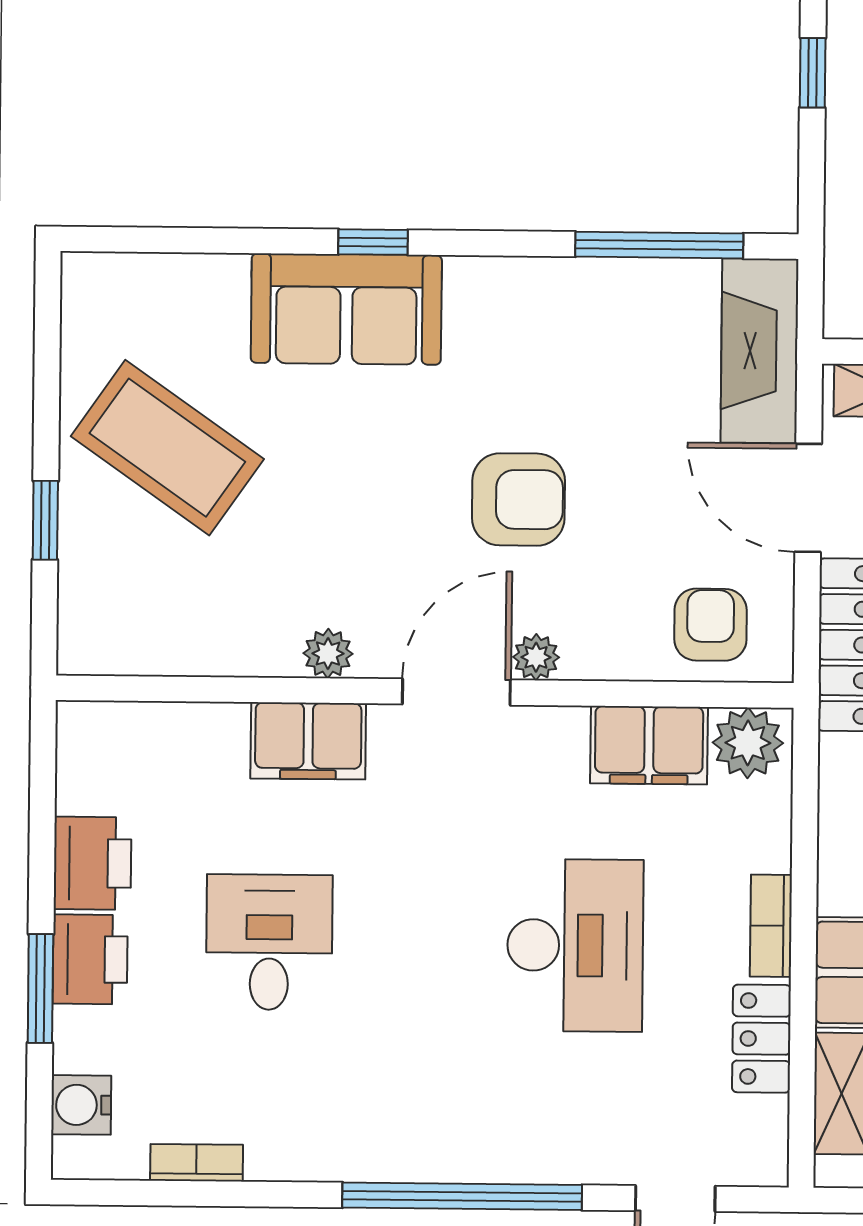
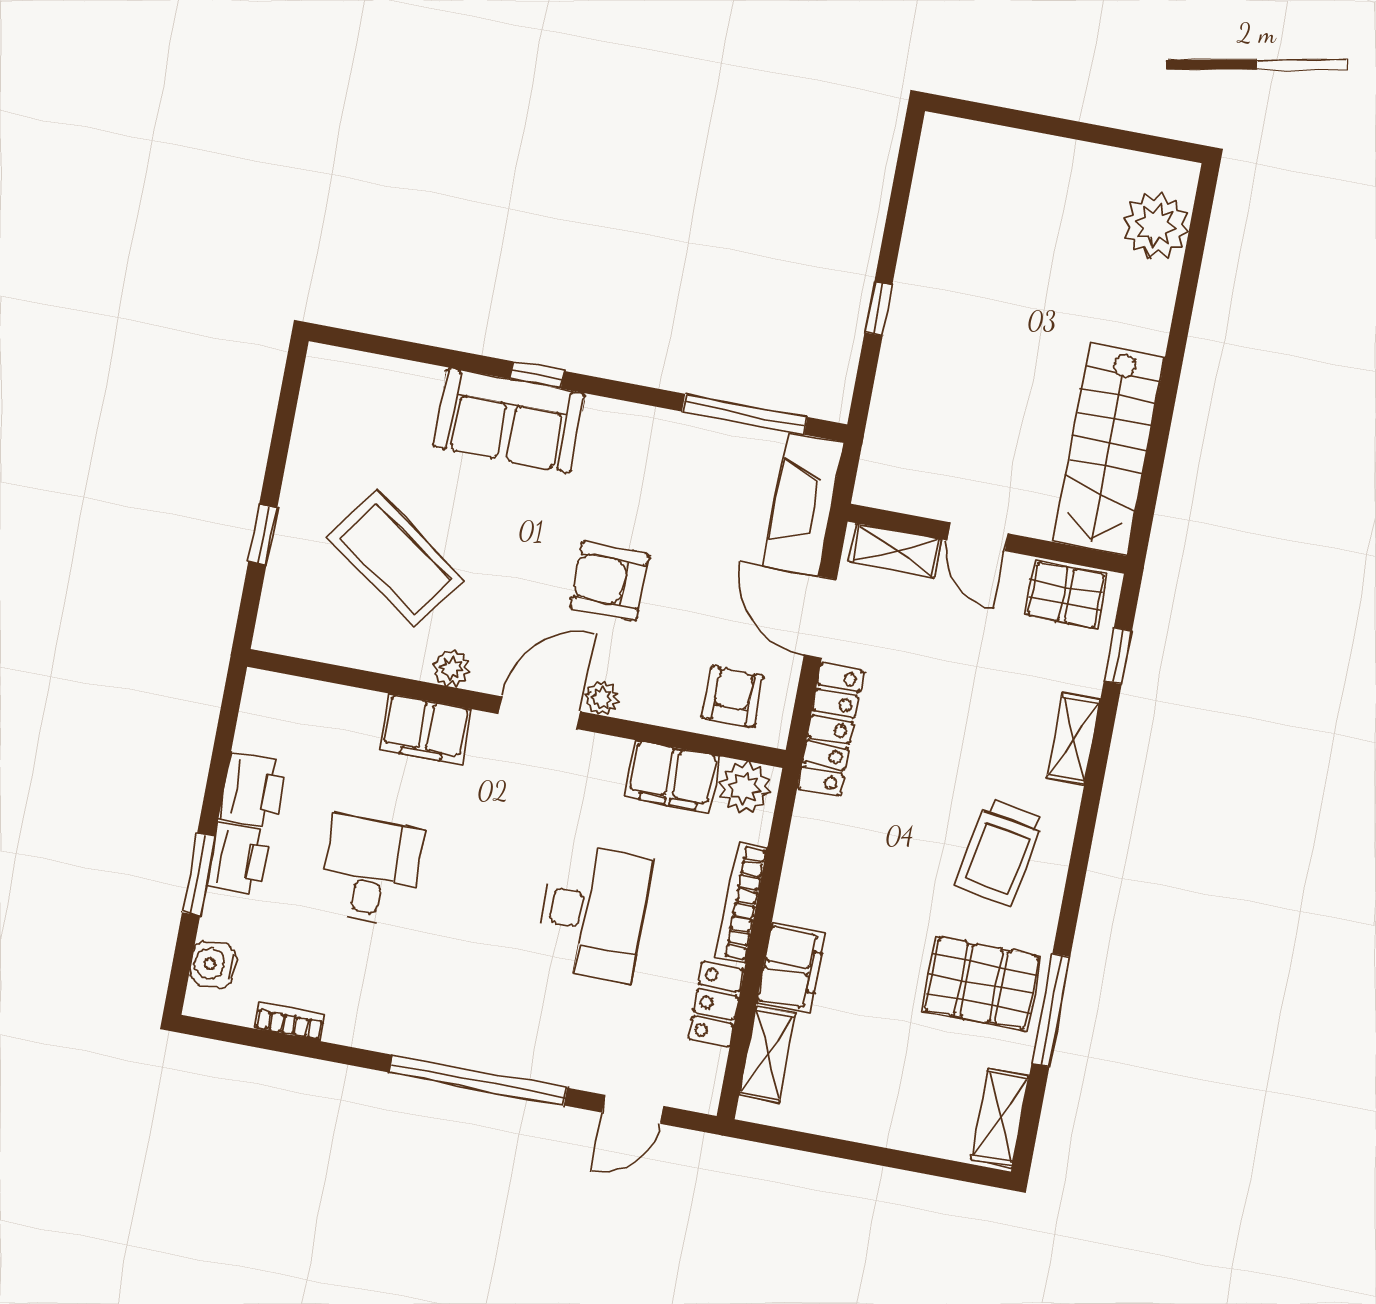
coffee table: (167, 448) -> (396, 558), moved
armchair: (518, 499) -> (609, 581), turned 180
bookcase: (771, 926) -> (742, 903), width x1.56

